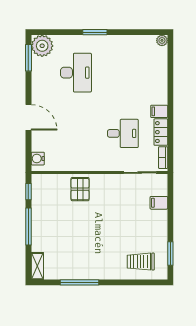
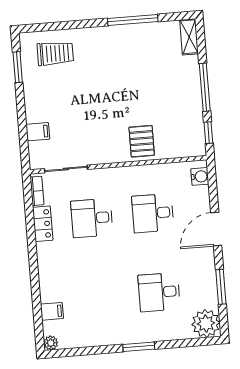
window: (28, 58) -> (221, 287), moved
desk: (76, 73) -> (159, 292), width x0.73
filing cabinet: (159, 111) -> (52, 311), moved
door: (28, 117) -> (216, 229), hinge flipped
desk: (76, 133) -> (153, 213), added

